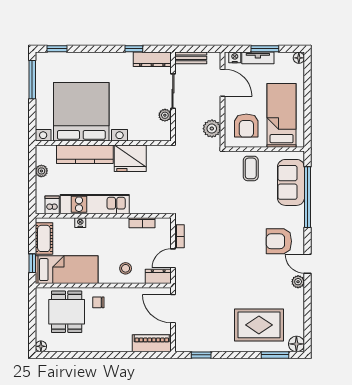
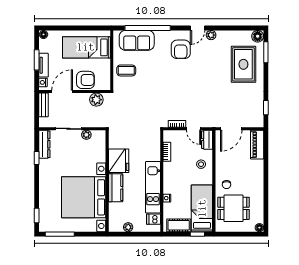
bench: (191, 58) -> (43, 105), moved
armchair: (246, 126) -> (85, 80), moved
kitchen counter: (85, 154) -> (116, 188), width x0.67

